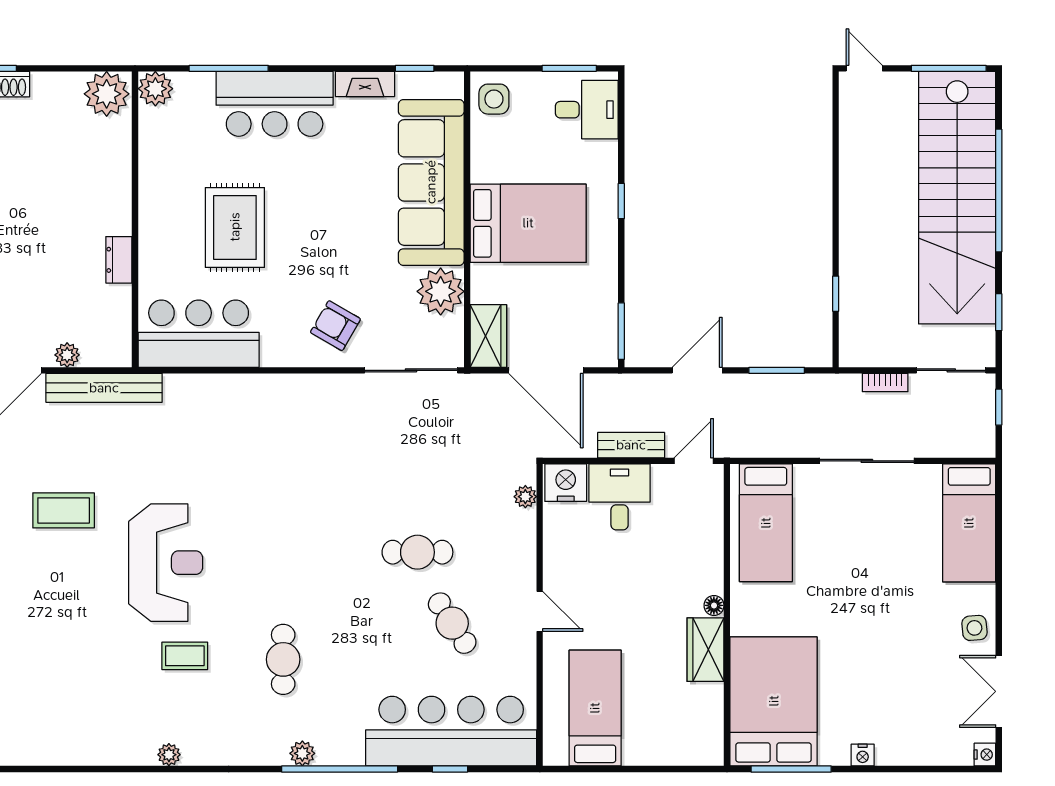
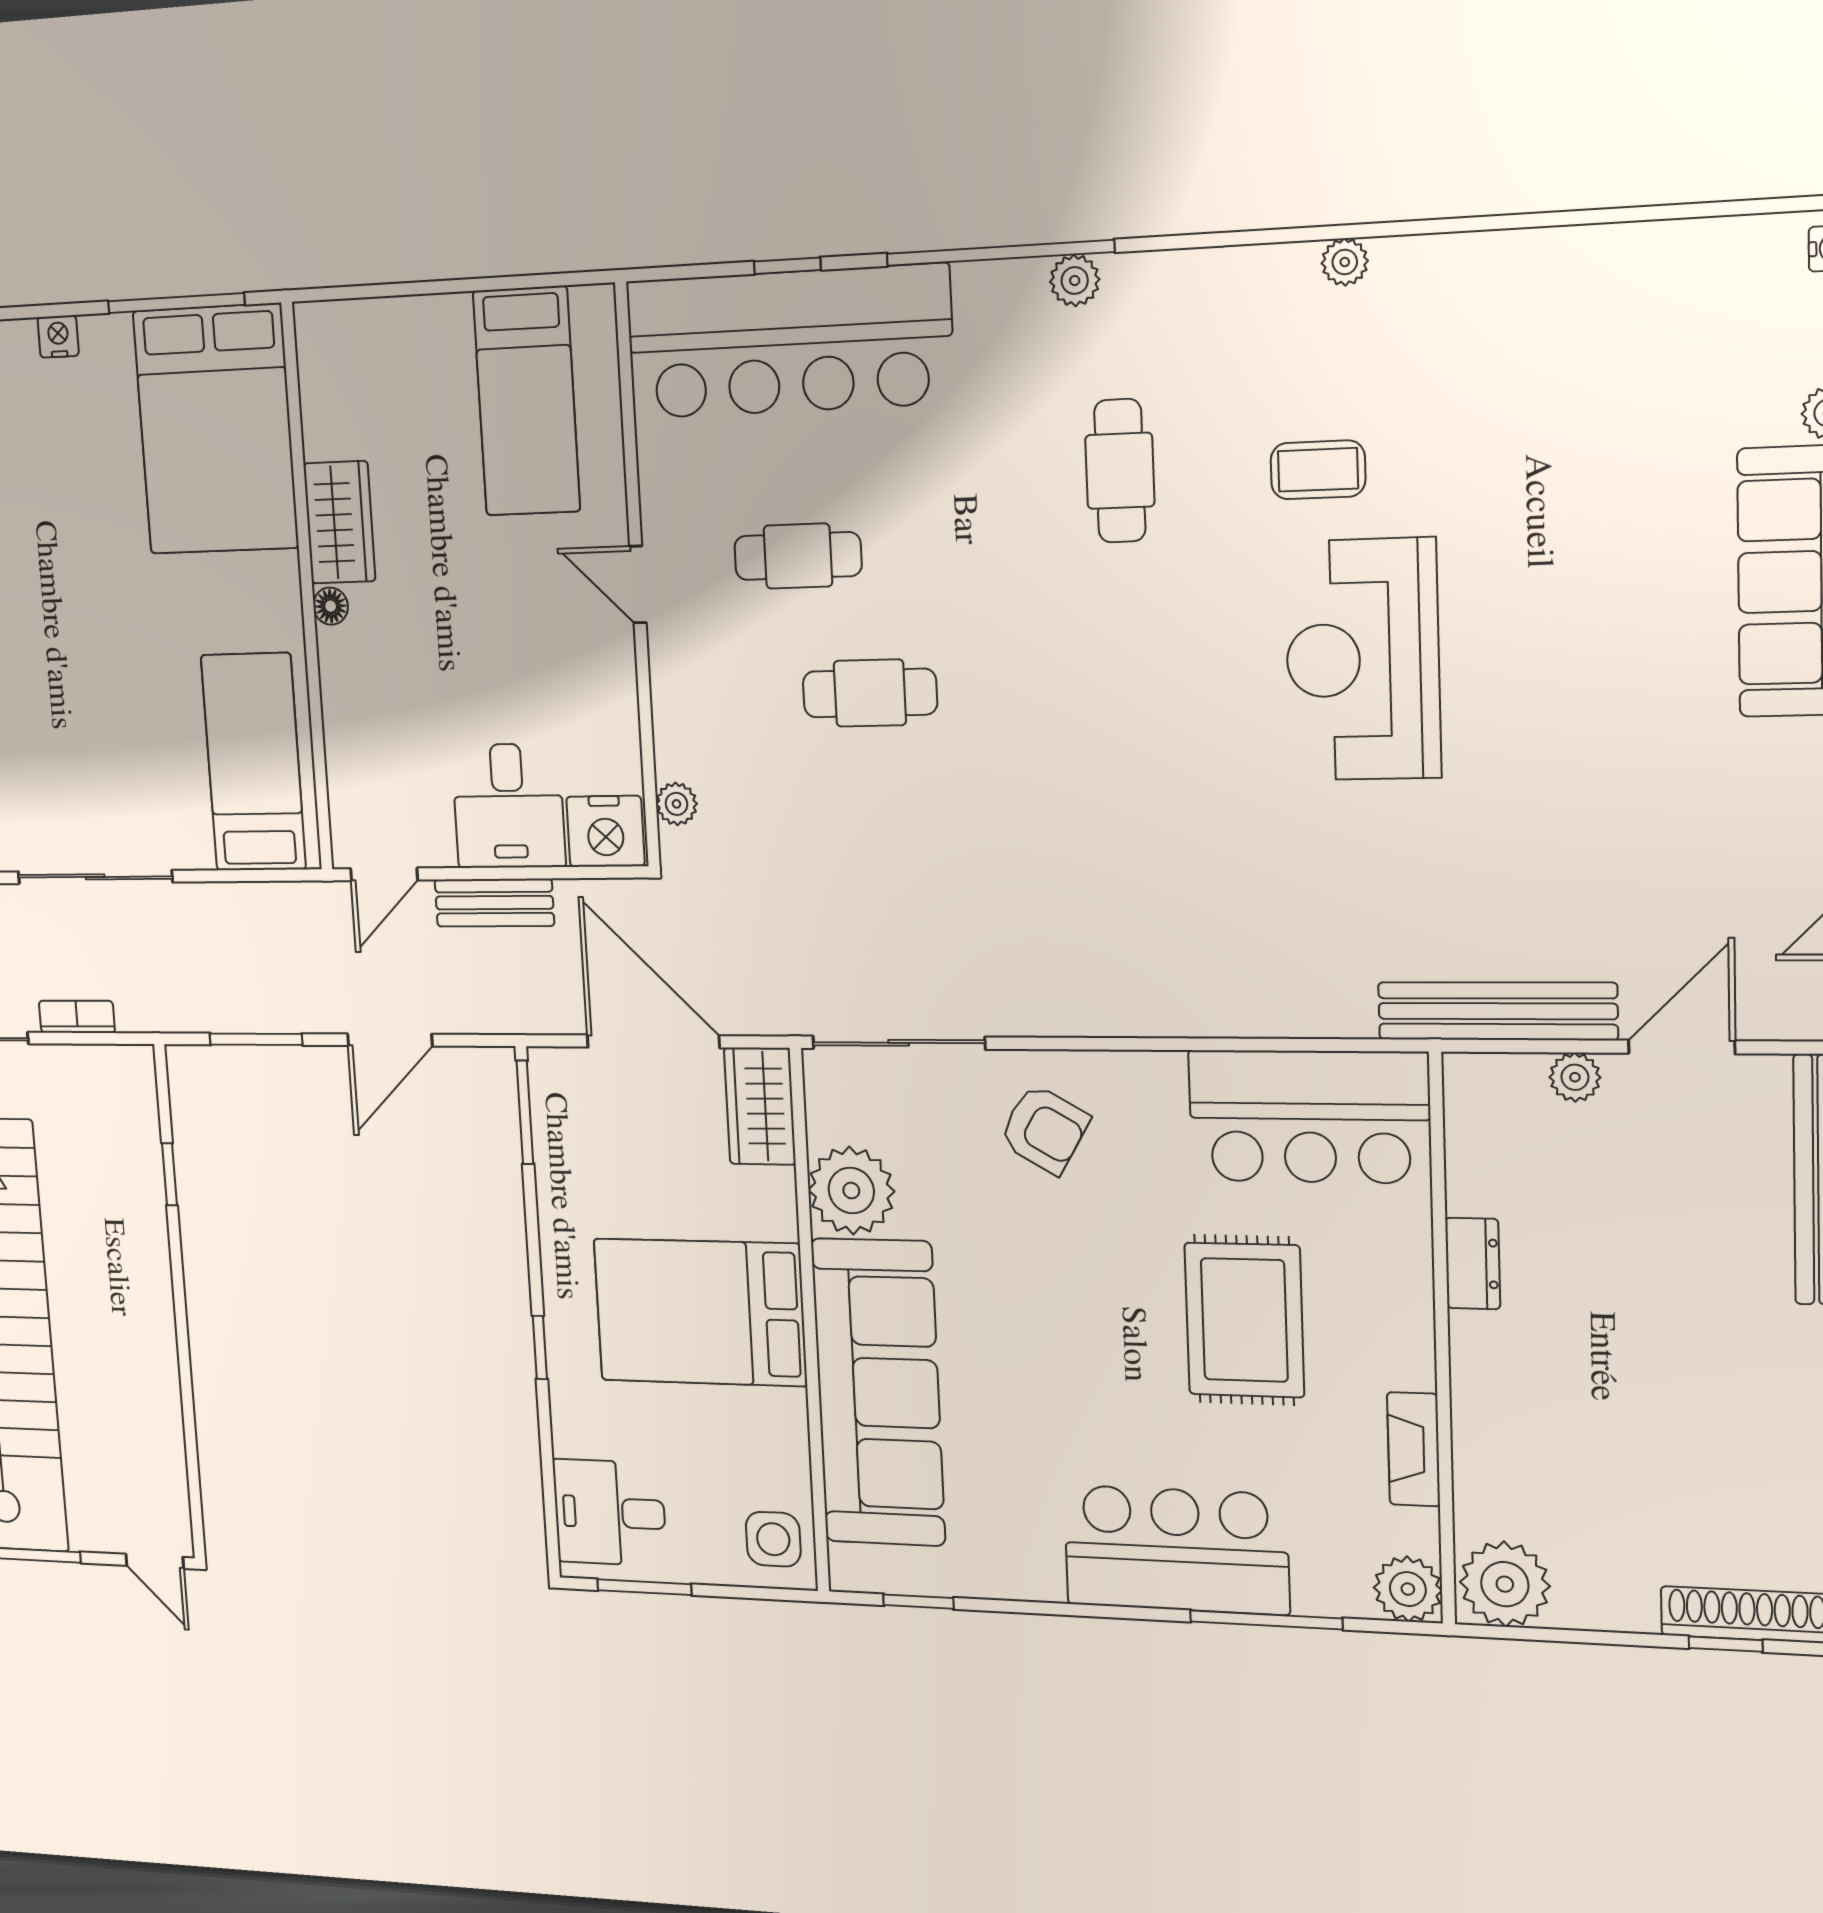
fireplace: (365, 84) -> (1414, 1449), moved, turned -90
coffee table: (64, 510) -> (1577, 762), removed
cafe table: (452, 623) -> (798, 556), turned -57

